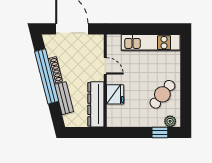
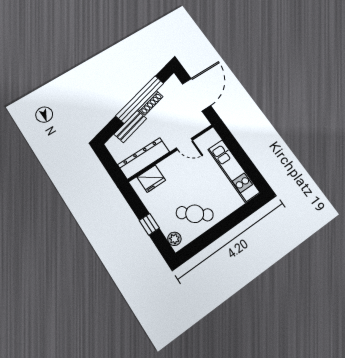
door: (105, 66) -> (184, 144), hinge flipped
fridge: (115, 94) -> (151, 179), moved
window: (160, 132) -> (149, 224), moved

